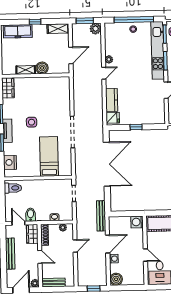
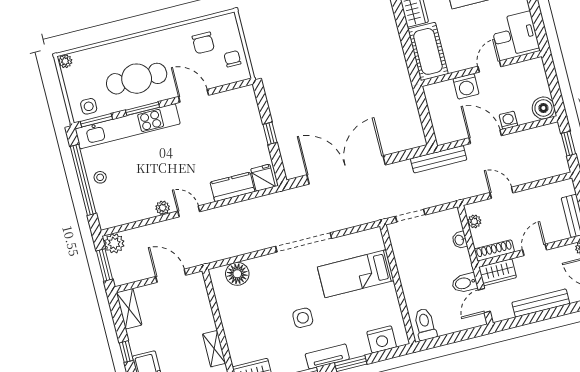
boiler: (42, 68) -> (204, 321), removed
floor lamp: (64, 92) -> (237, 274), added
washing machine: (137, 222) -> (466, 86), moved

